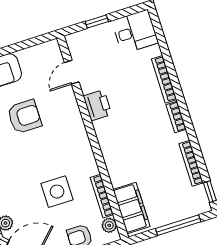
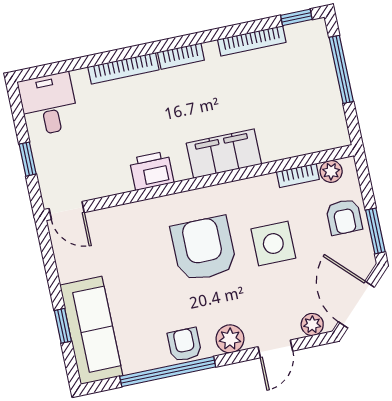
door: (72, 72) -> (67, 211), moved
armchair: (24, 117) -> (204, 249), moved, width x1.36, depth x1.36
bookcase: (102, 196) -> (298, 176), width x0.64
filing cabinet: (132, 208) -> (224, 154), moved

